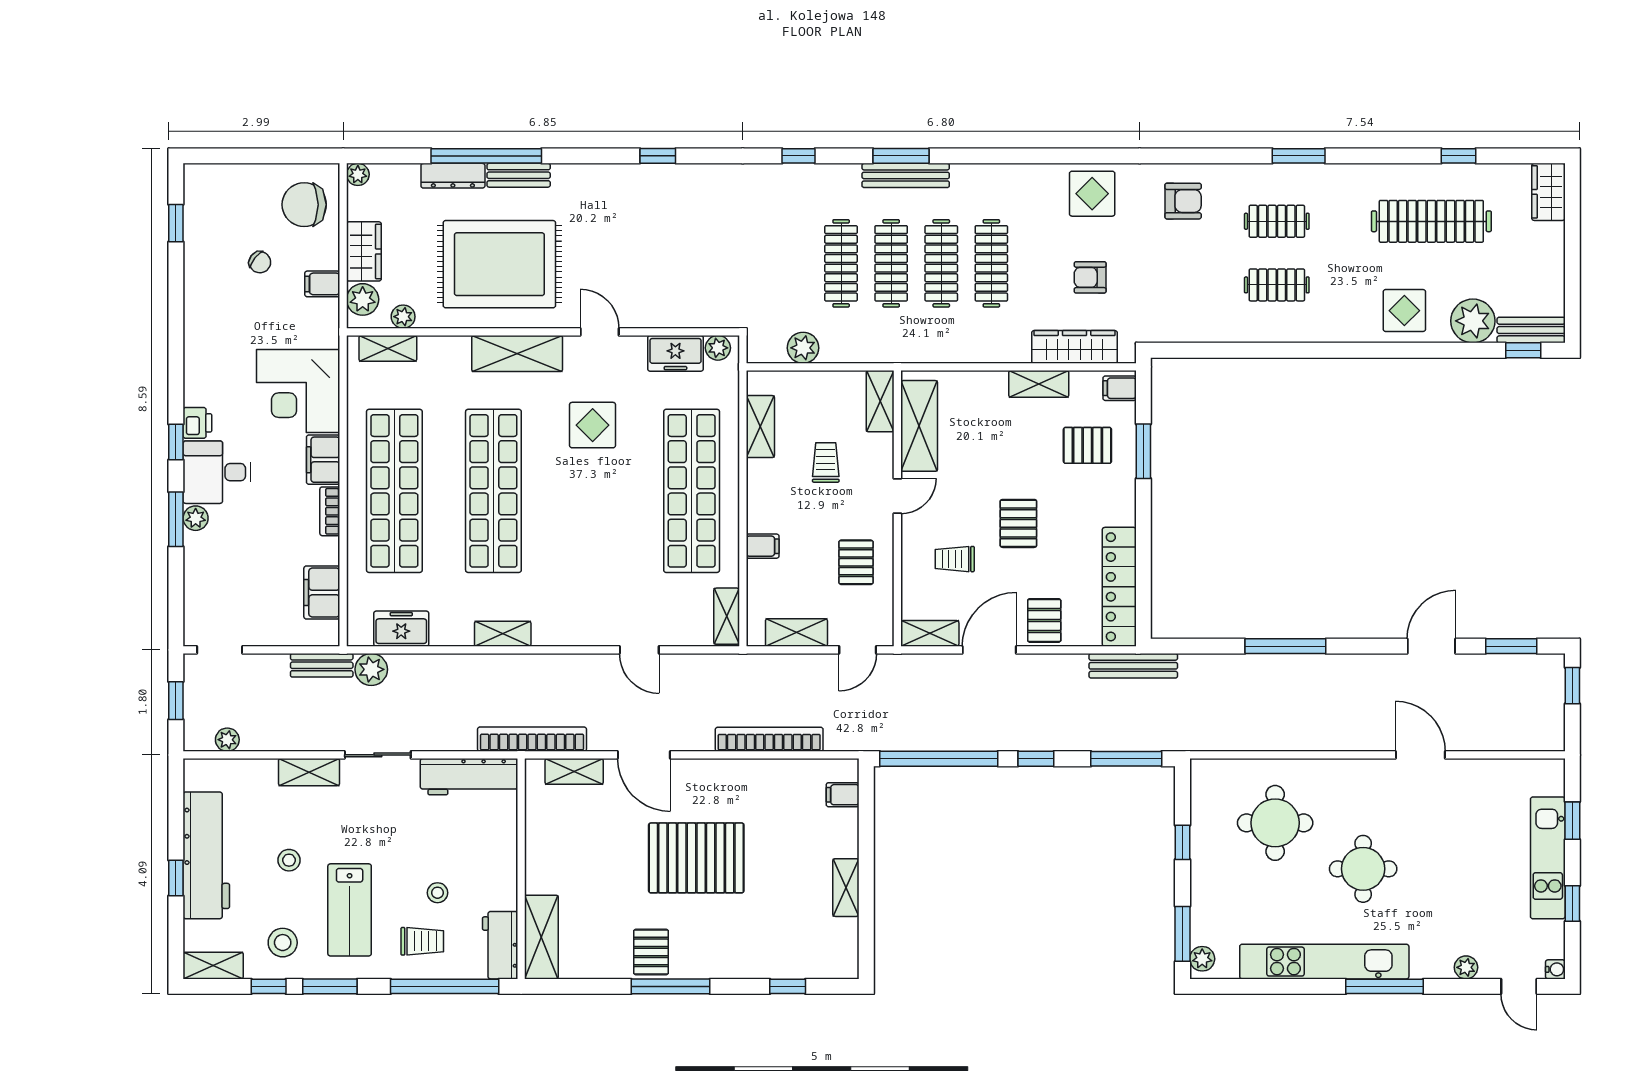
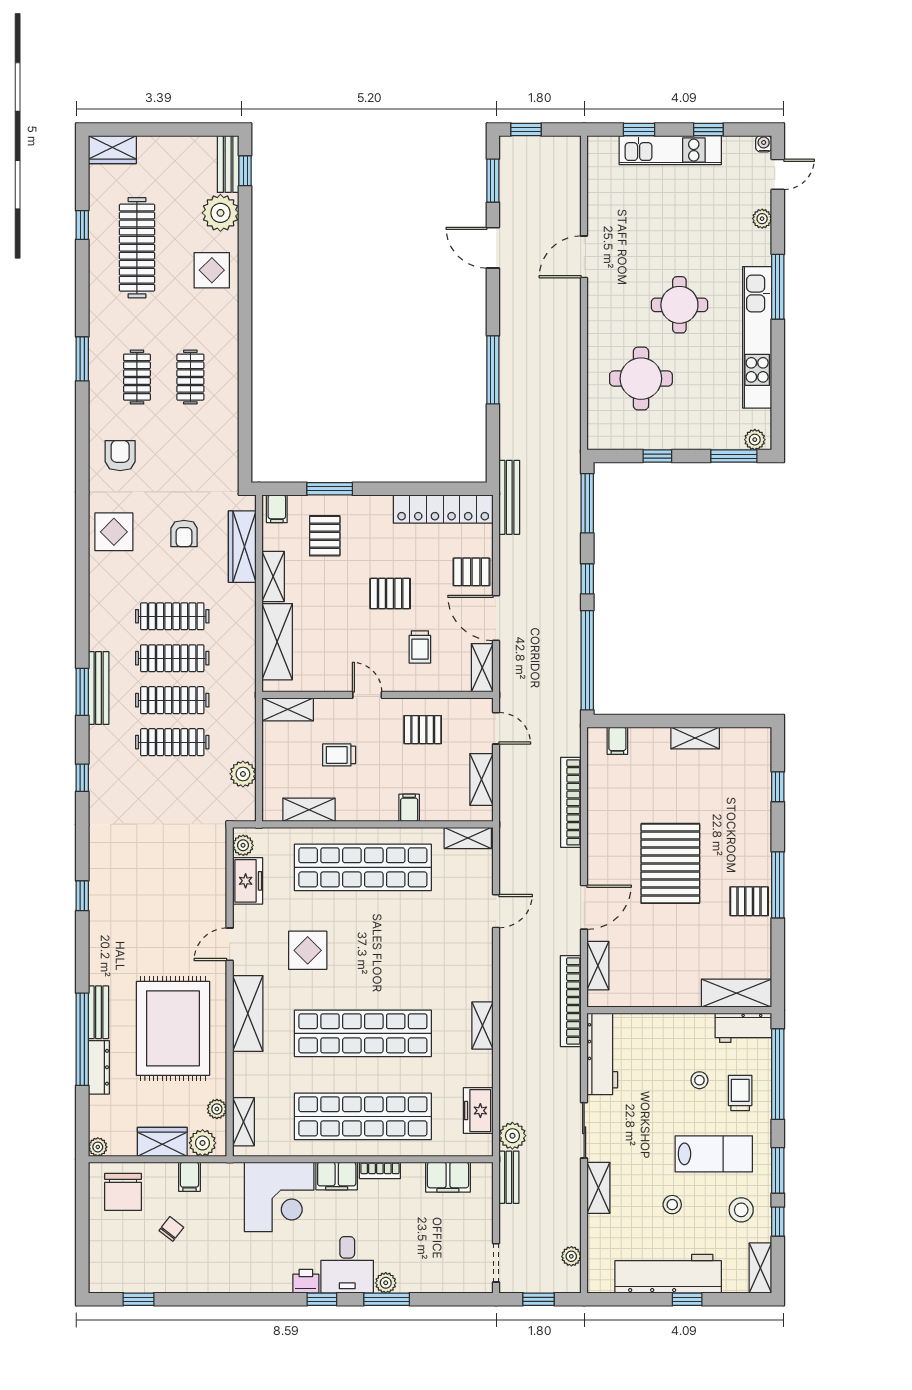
shelving: (919, 426) -> (277, 642), moved, turned 90

